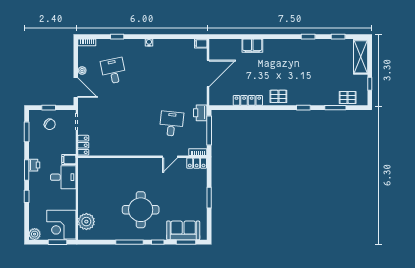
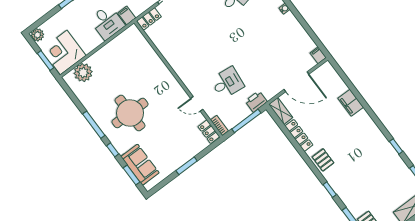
shelving: (220, 100) -> (281, 111), added

